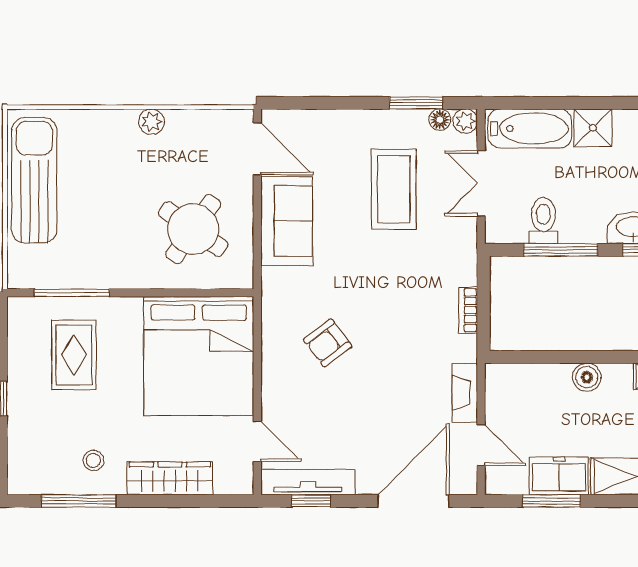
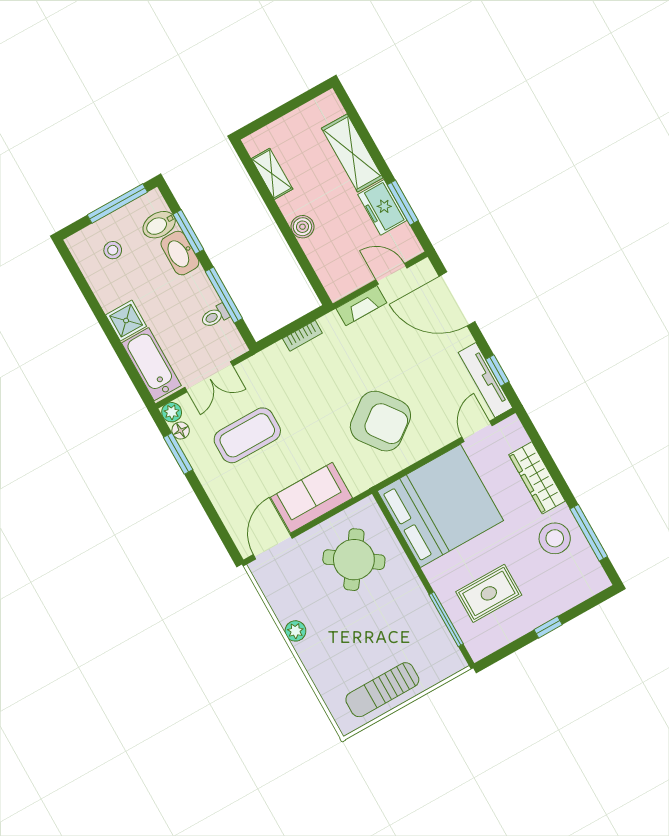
sun lounger: (34, 180) -> (382, 690), width x0.73, depth x0.75
toilet: (543, 221) -> (215, 316), width x0.73, depth x0.72
armchair: (328, 343) -> (380, 421), width x1.88, depth x1.88
door: (481, 445) -> (391, 274), hinge flipped
stool: (93, 460) -> (555, 538), width x1.89, depth x1.89

